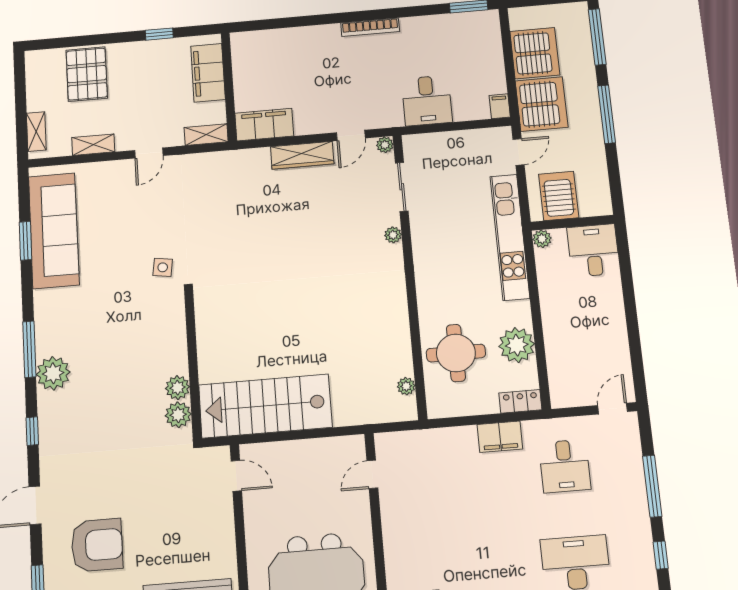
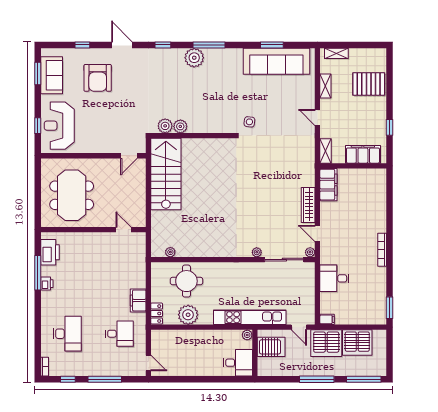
sliding door: (402, 187) -> (284, 260), width x1.37
desk: (565, 466) -> (119, 334), turned 180

